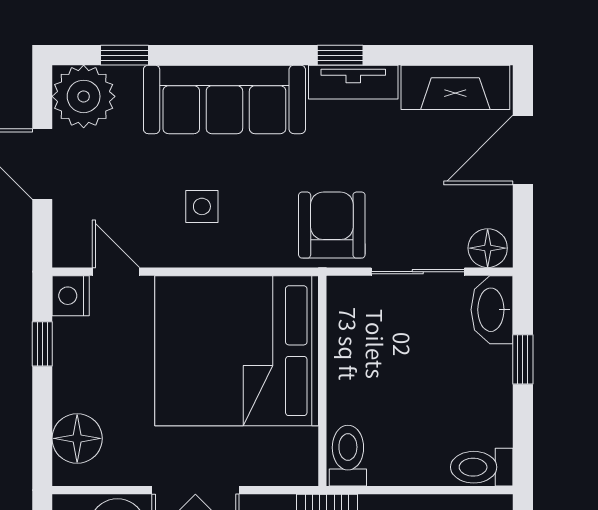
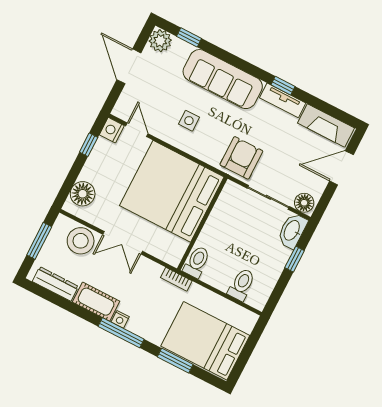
plant: (84, 96) -> (160, 41), width x0.73, depth x0.73
toilet: (482, 467) -> (242, 285), moved, turned 90

